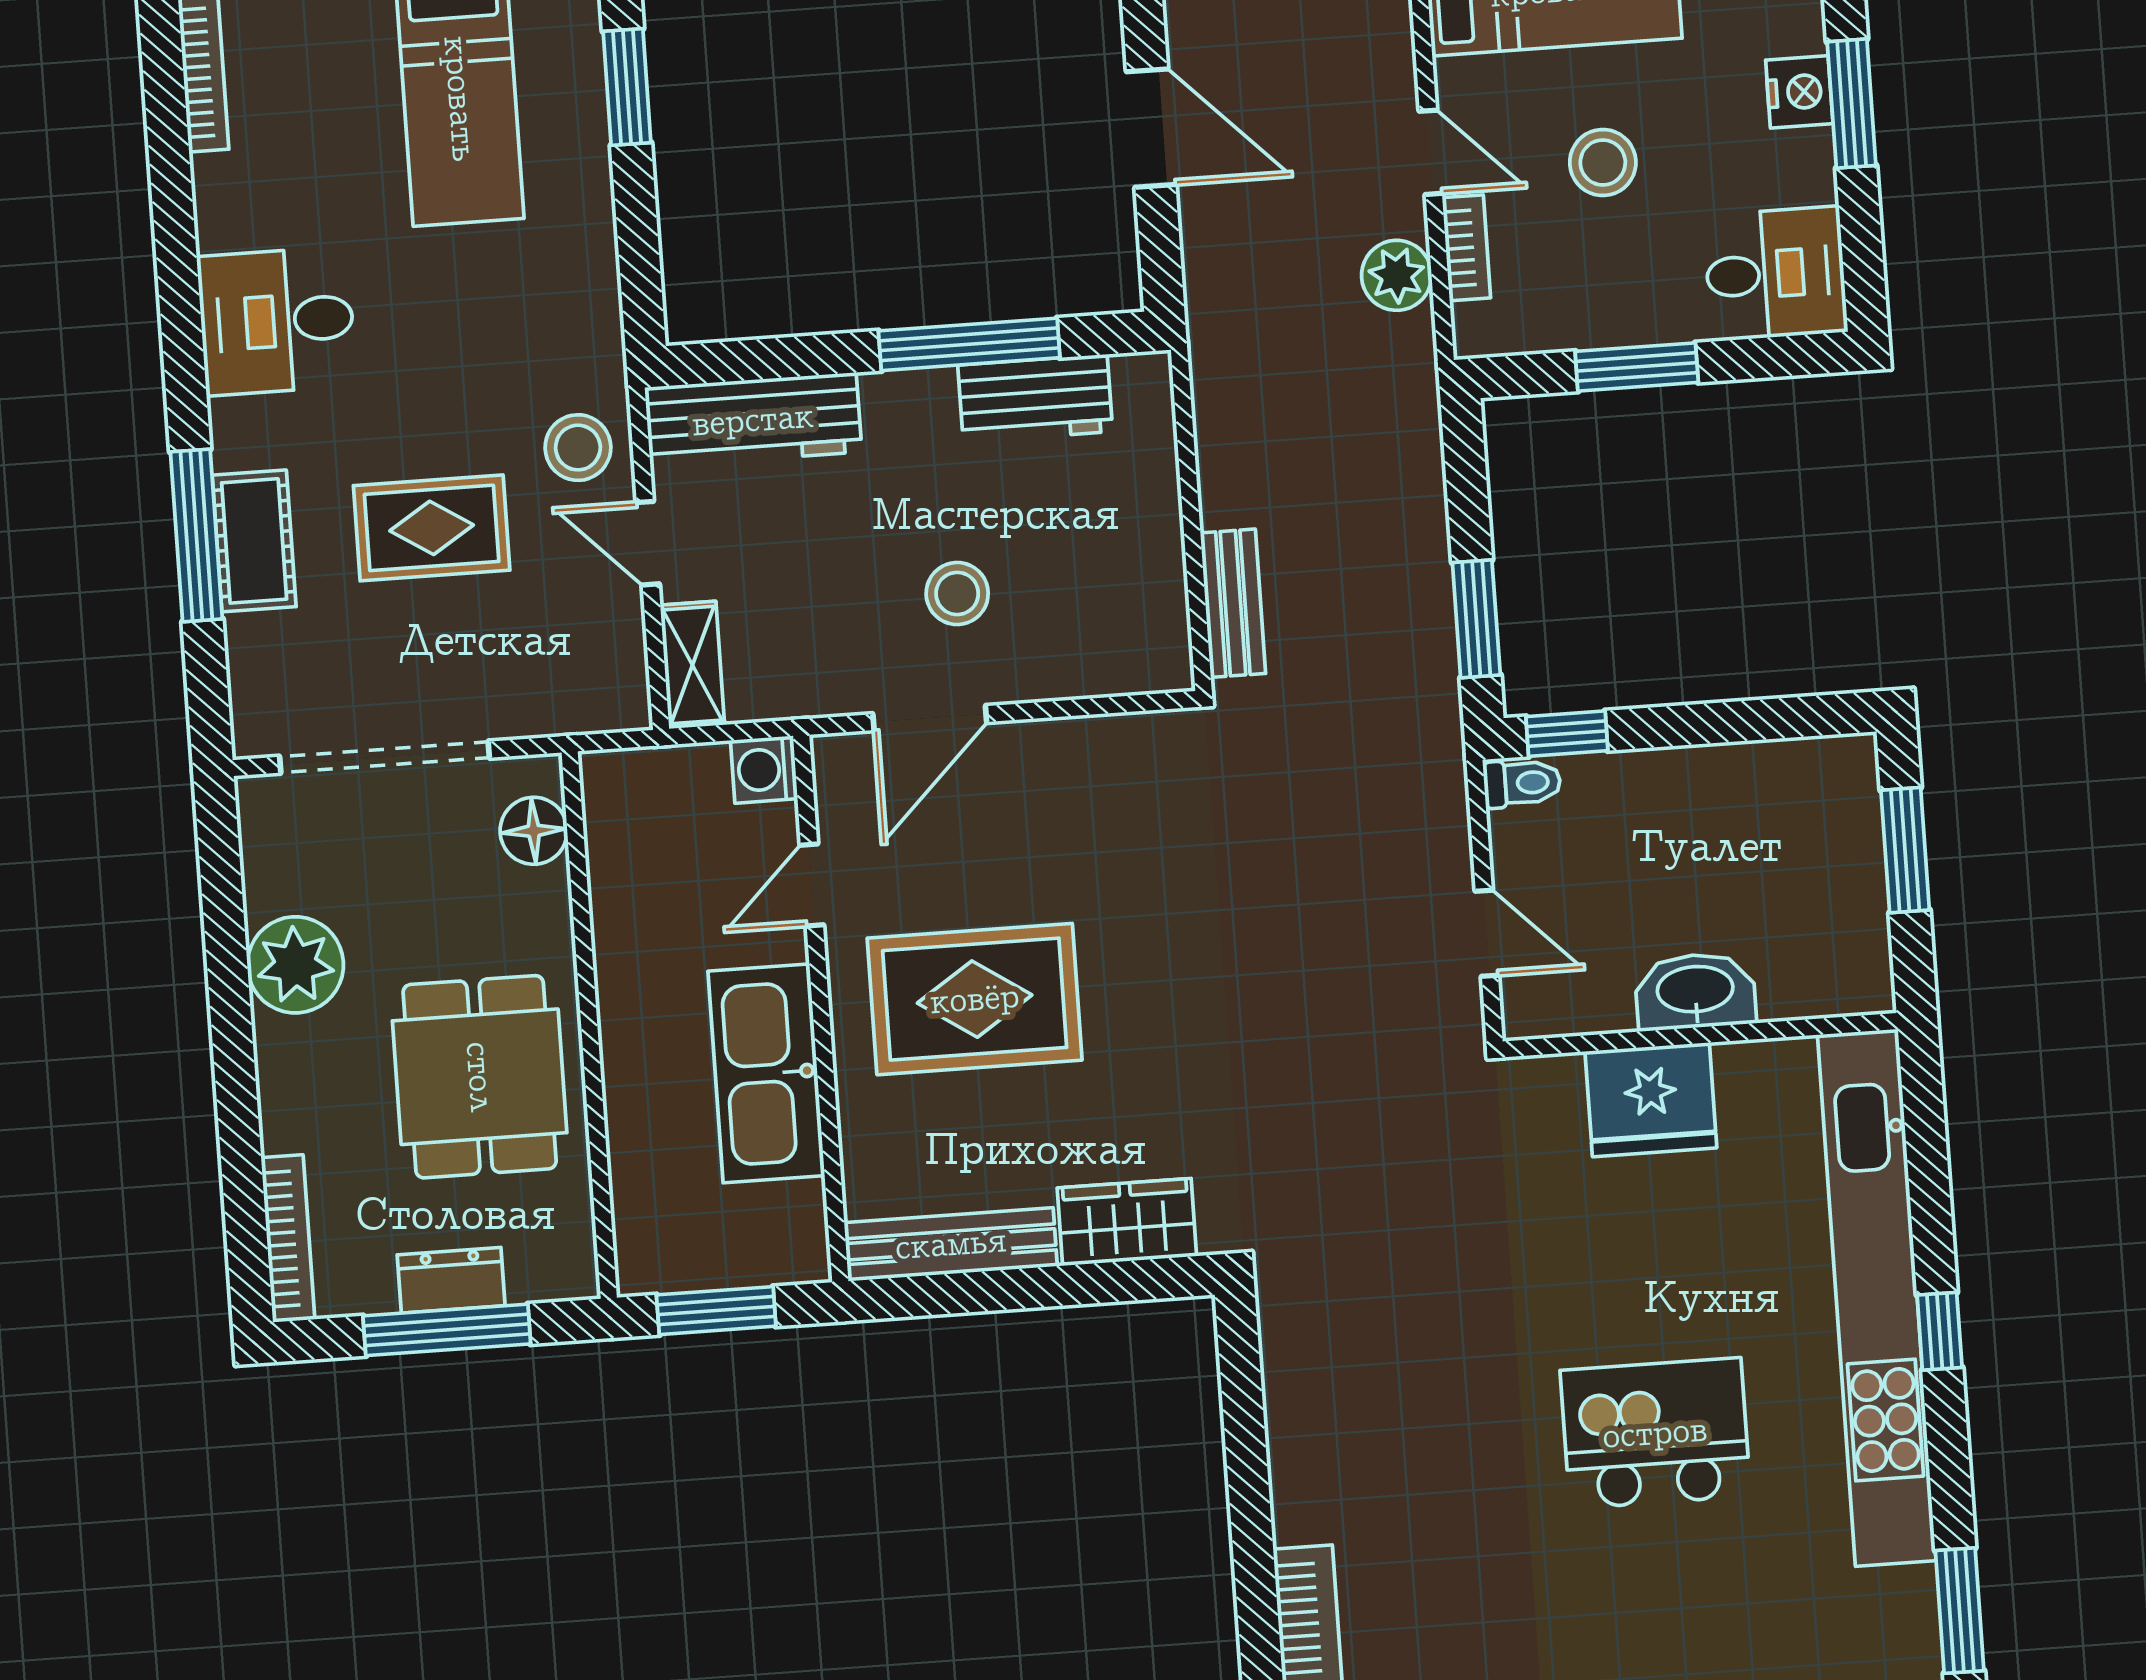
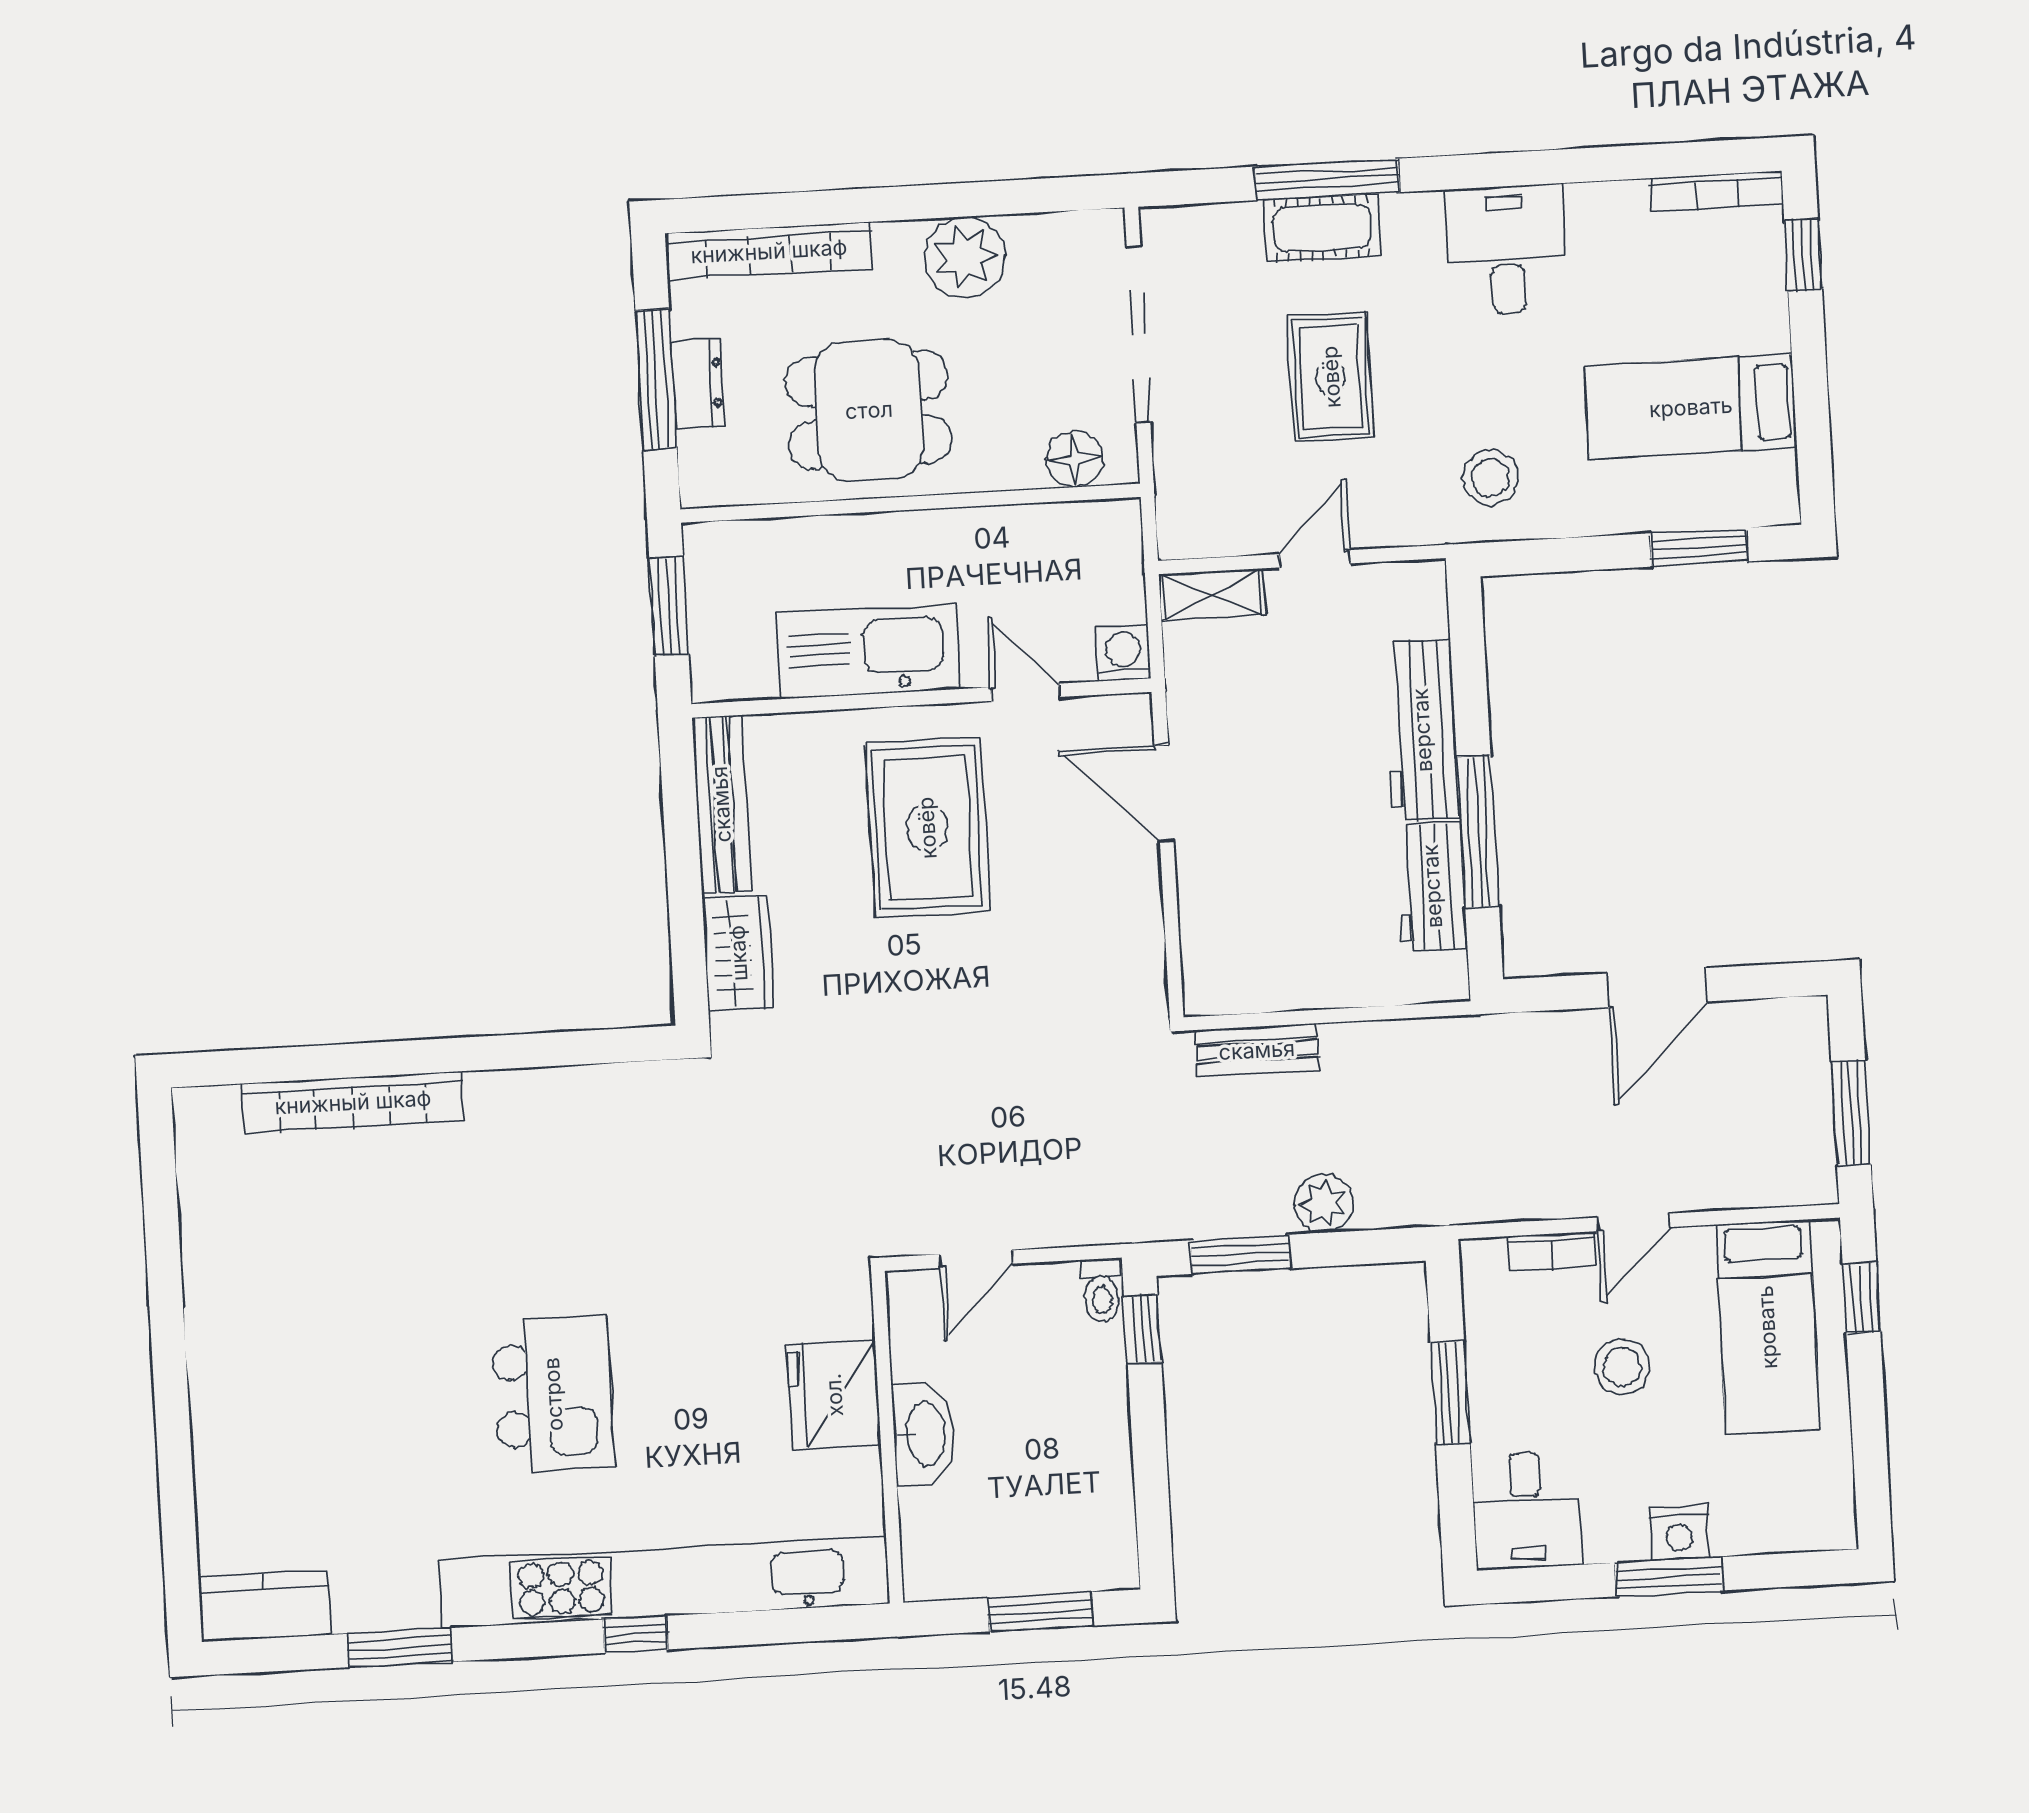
plant: (1397, 275) -> (1324, 1203), moved
workbench: (753, 420) -> (1422, 730), moved
stool: (578, 448) -> (1491, 478), moved
stool: (957, 593) -> (1269, 818), removed
bookcase: (288, 1239) -> (769, 251), width x1.48, depth x1.31

